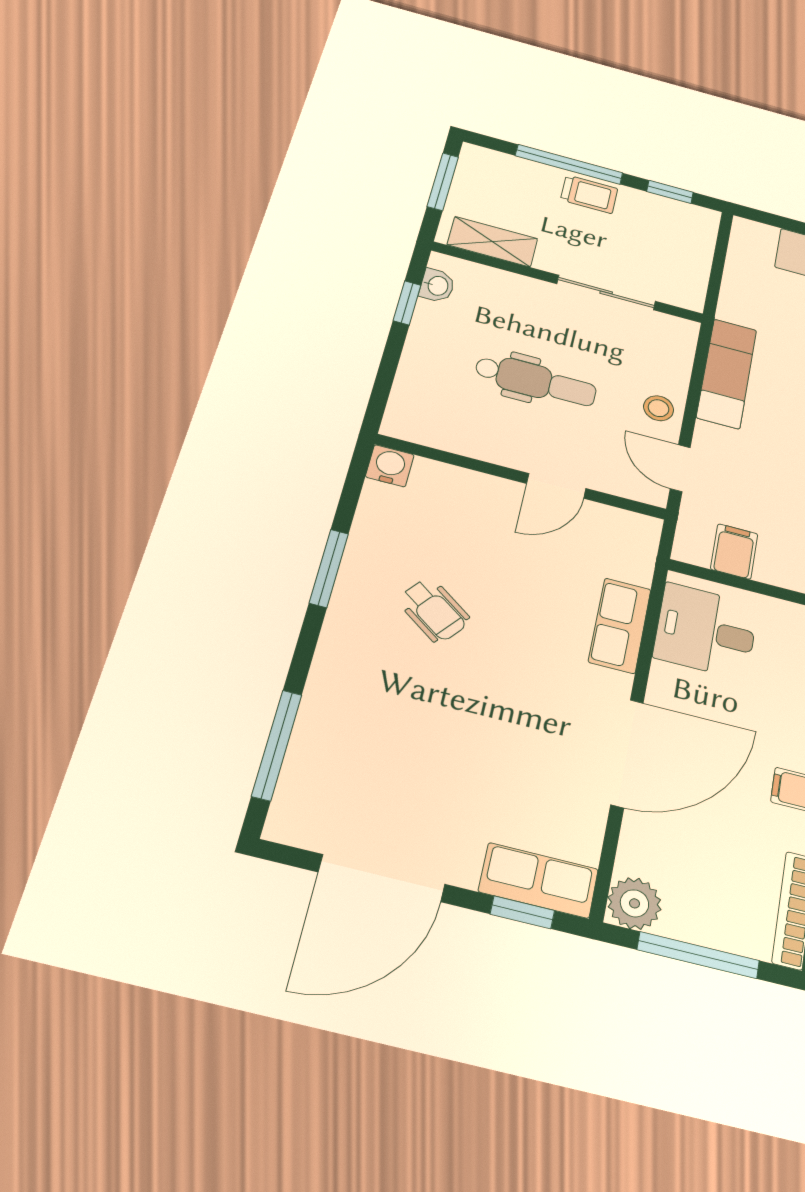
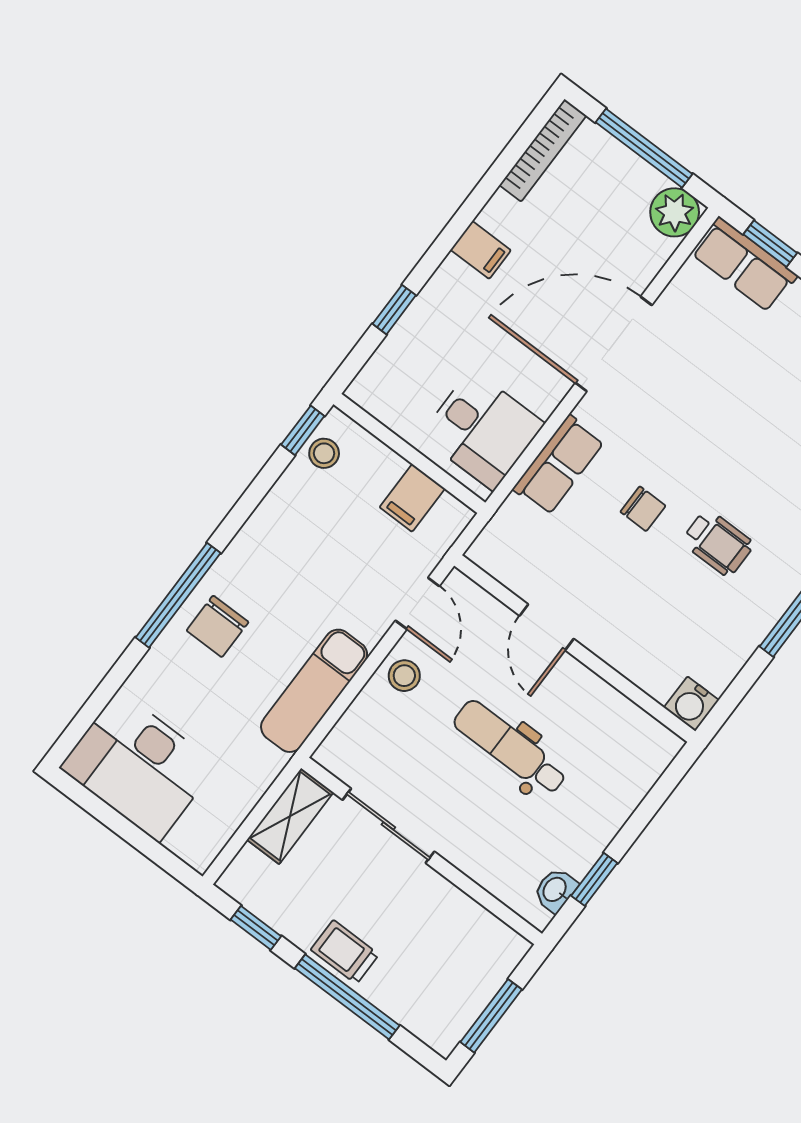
shelving: (492, 242) -> (290, 816), moved, turned 90
door: (556, 486) -> (547, 627), swing flipped
wheelchair: (434, 610) -> (718, 543), turned 143
chair: (521, 615) -> (643, 509), added

